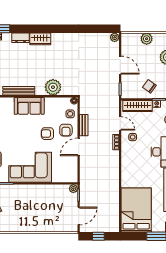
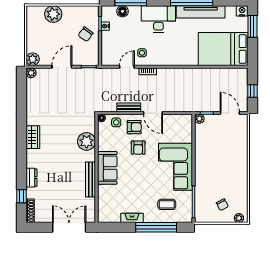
wardrobe: (40, 39) -> (33, 137), moved
plant: (147, 39) -> (33, 59), moved
wardrobe: (138, 106) -> (107, 47), removed

